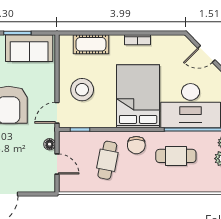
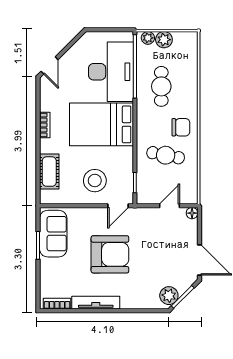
door: (206, 54) -> (49, 65), moved
door: (57, 113) -> (118, 206), hinge flipped
floor lamp: (50, 144) -> (192, 213), moved
chair: (136, 145) -> (181, 127), moved

